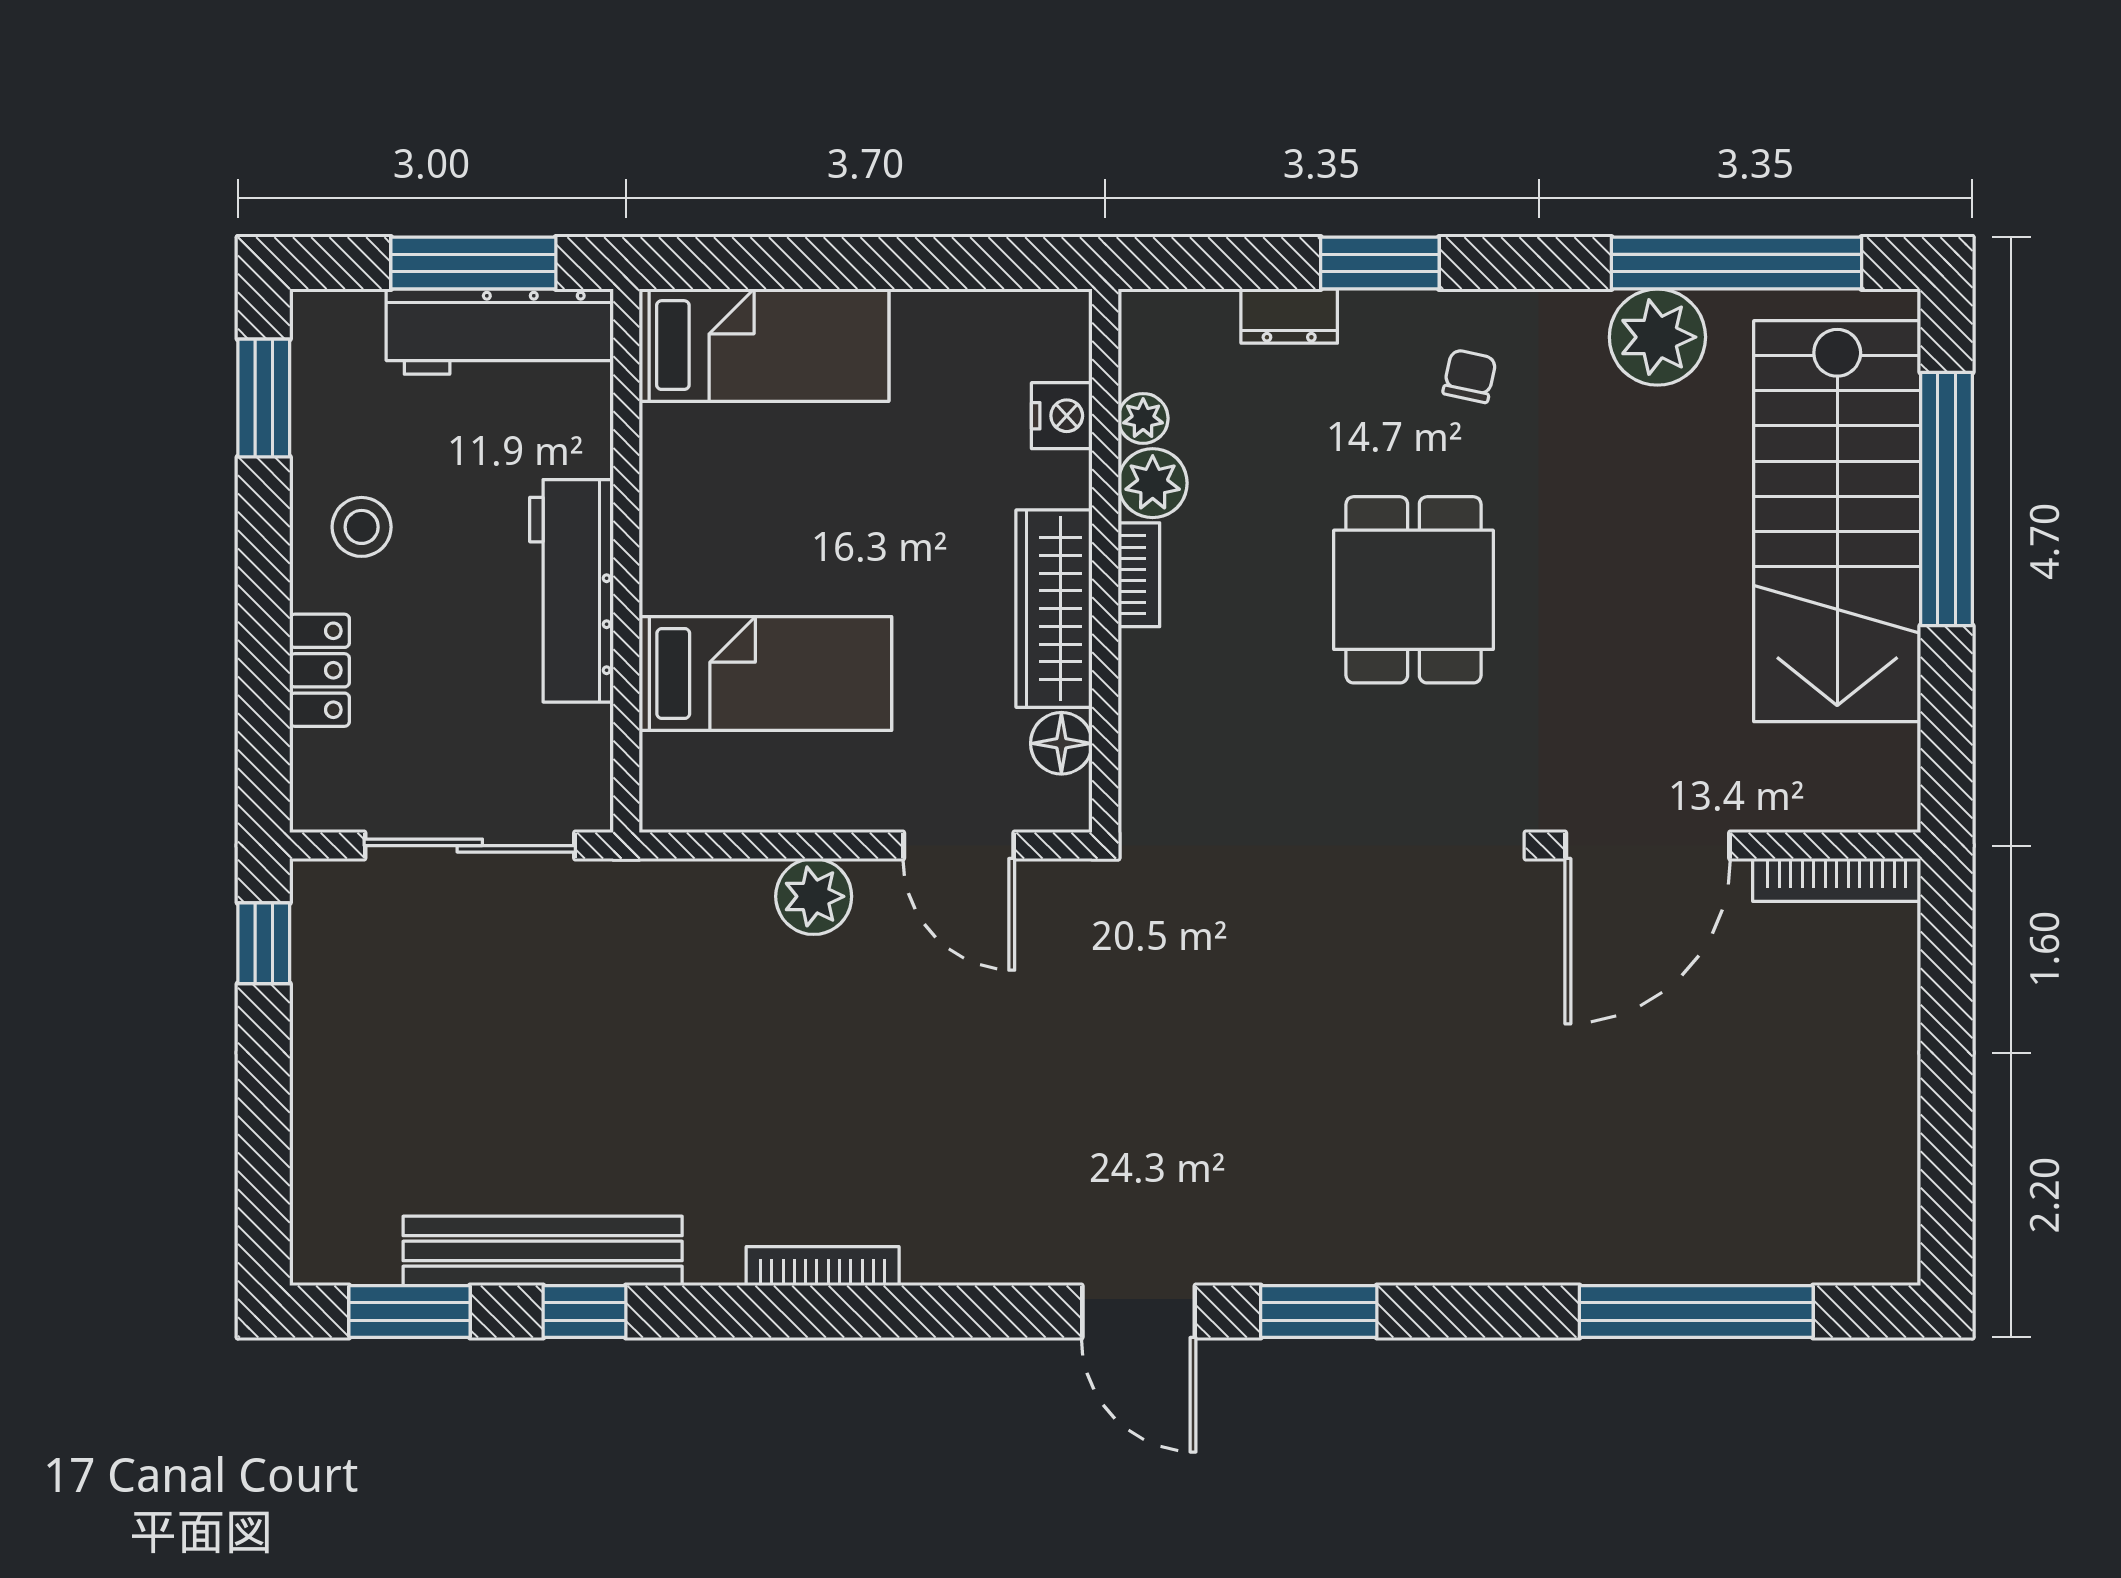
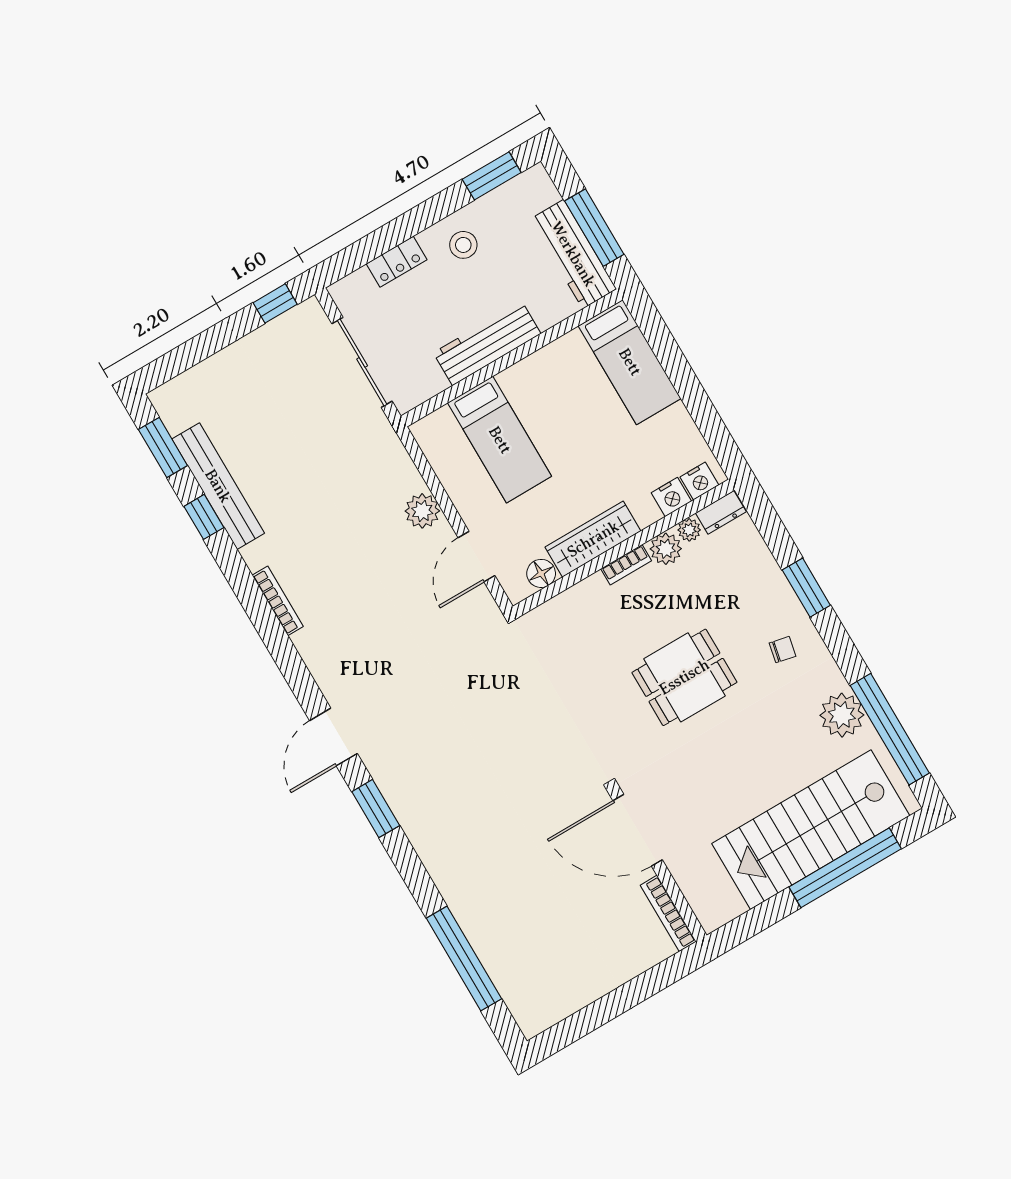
dresser: (1289, 316) -> (721, 512), moved, turned -90
nightstand: (1063, 346) -> (699, 481), added

